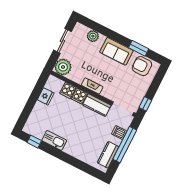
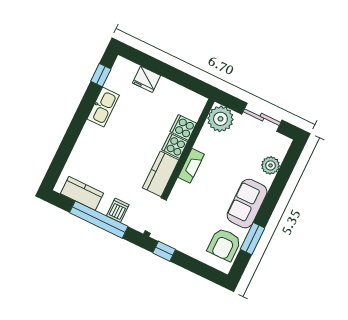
armchair: (142, 66) -> (224, 245), turned 180
fridge: (46, 96) -> (146, 79), moved

